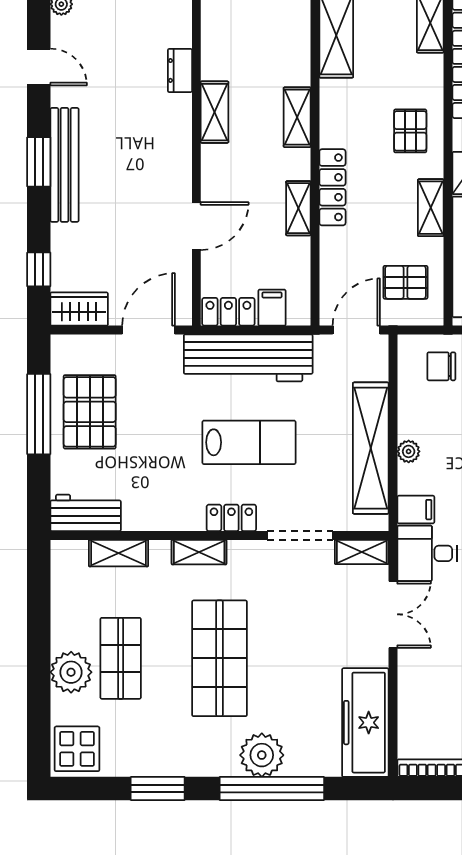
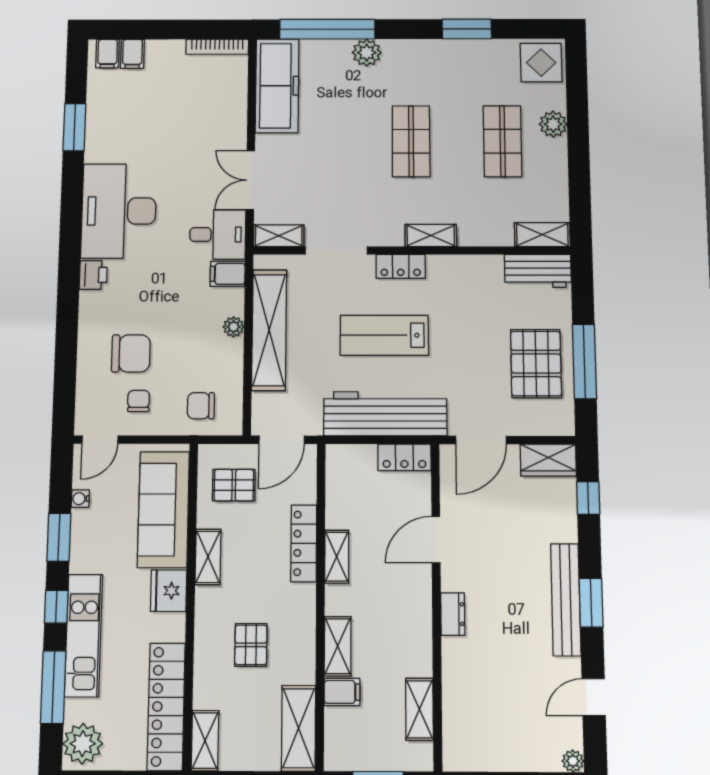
door: (39, 67) -> (594, 697), hinge flipped
dresser: (180, 70) -> (453, 614), moved
shelving: (215, 112) -> (419, 709), moved
pallet: (410, 131) -> (251, 645), moved
locker: (332, 187) -> (304, 543), moved
filing cabinet: (272, 308) -> (342, 692), moved, turned -90
chair: (441, 366) -> (201, 406), turned 180
shelving: (119, 553) -> (542, 235), moved
shop shelf: (220, 658) -> (411, 141), width x0.70, depth x0.74
plant: (71, 672) -> (553, 124), width x0.73, depth x0.73
plant: (262, 755) -> (367, 53), width x0.73, depth x0.73
window: (272, 788) -> (327, 29), moved

